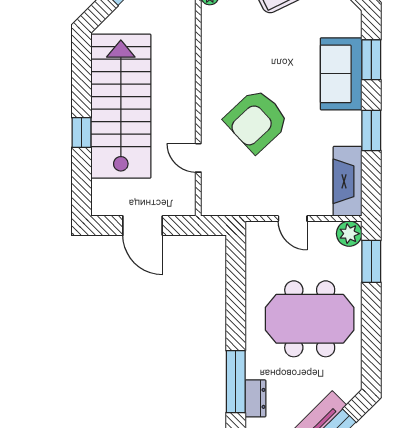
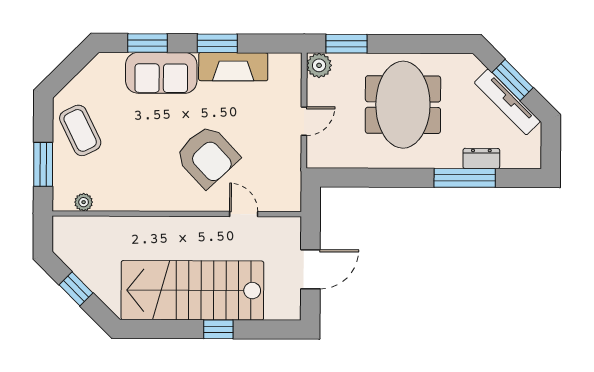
door: (198, 158) -> (244, 214), swing flipped
fireplace: (348, 181) -> (233, 67), moved

